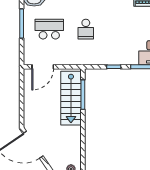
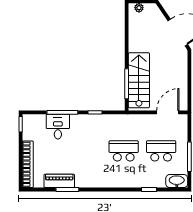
school desk: (49, 29) -> (161, 151), turned 180
school desk: (86, 29) -> (124, 151), width x1.85

